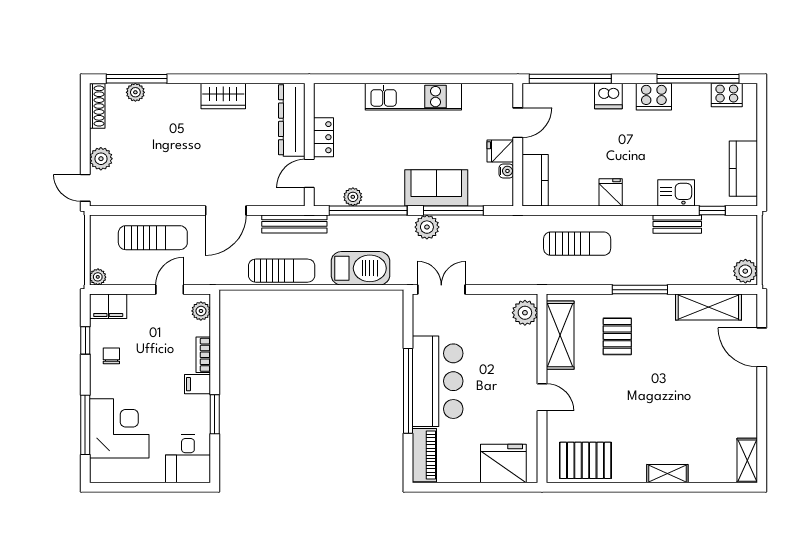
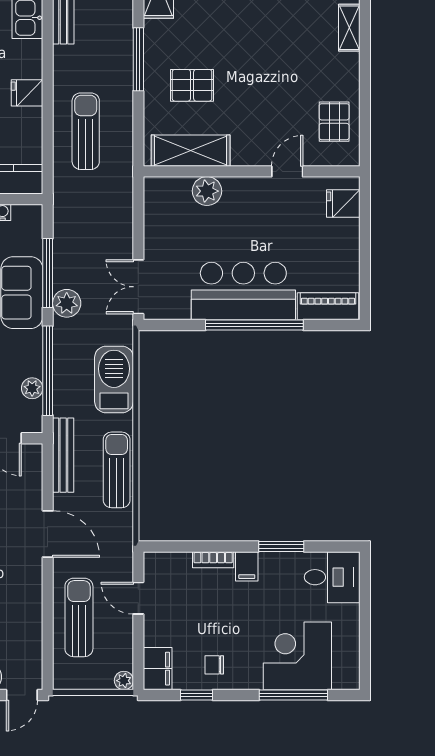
plant: (201, 311) -> (163, 562), removed
plant: (525, 313) -> (207, 191), moved
door: (542, 397) -> (287, 171), moved
pallet: (585, 460) -> (334, 122), width x0.67, depth x0.71
fridge: (503, 463) -> (343, 204), width x0.53, depth x0.75

